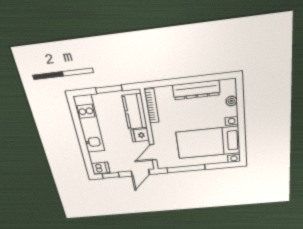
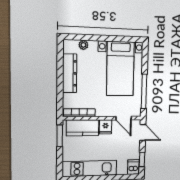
window: (109, 89) -> (60, 136), moved

